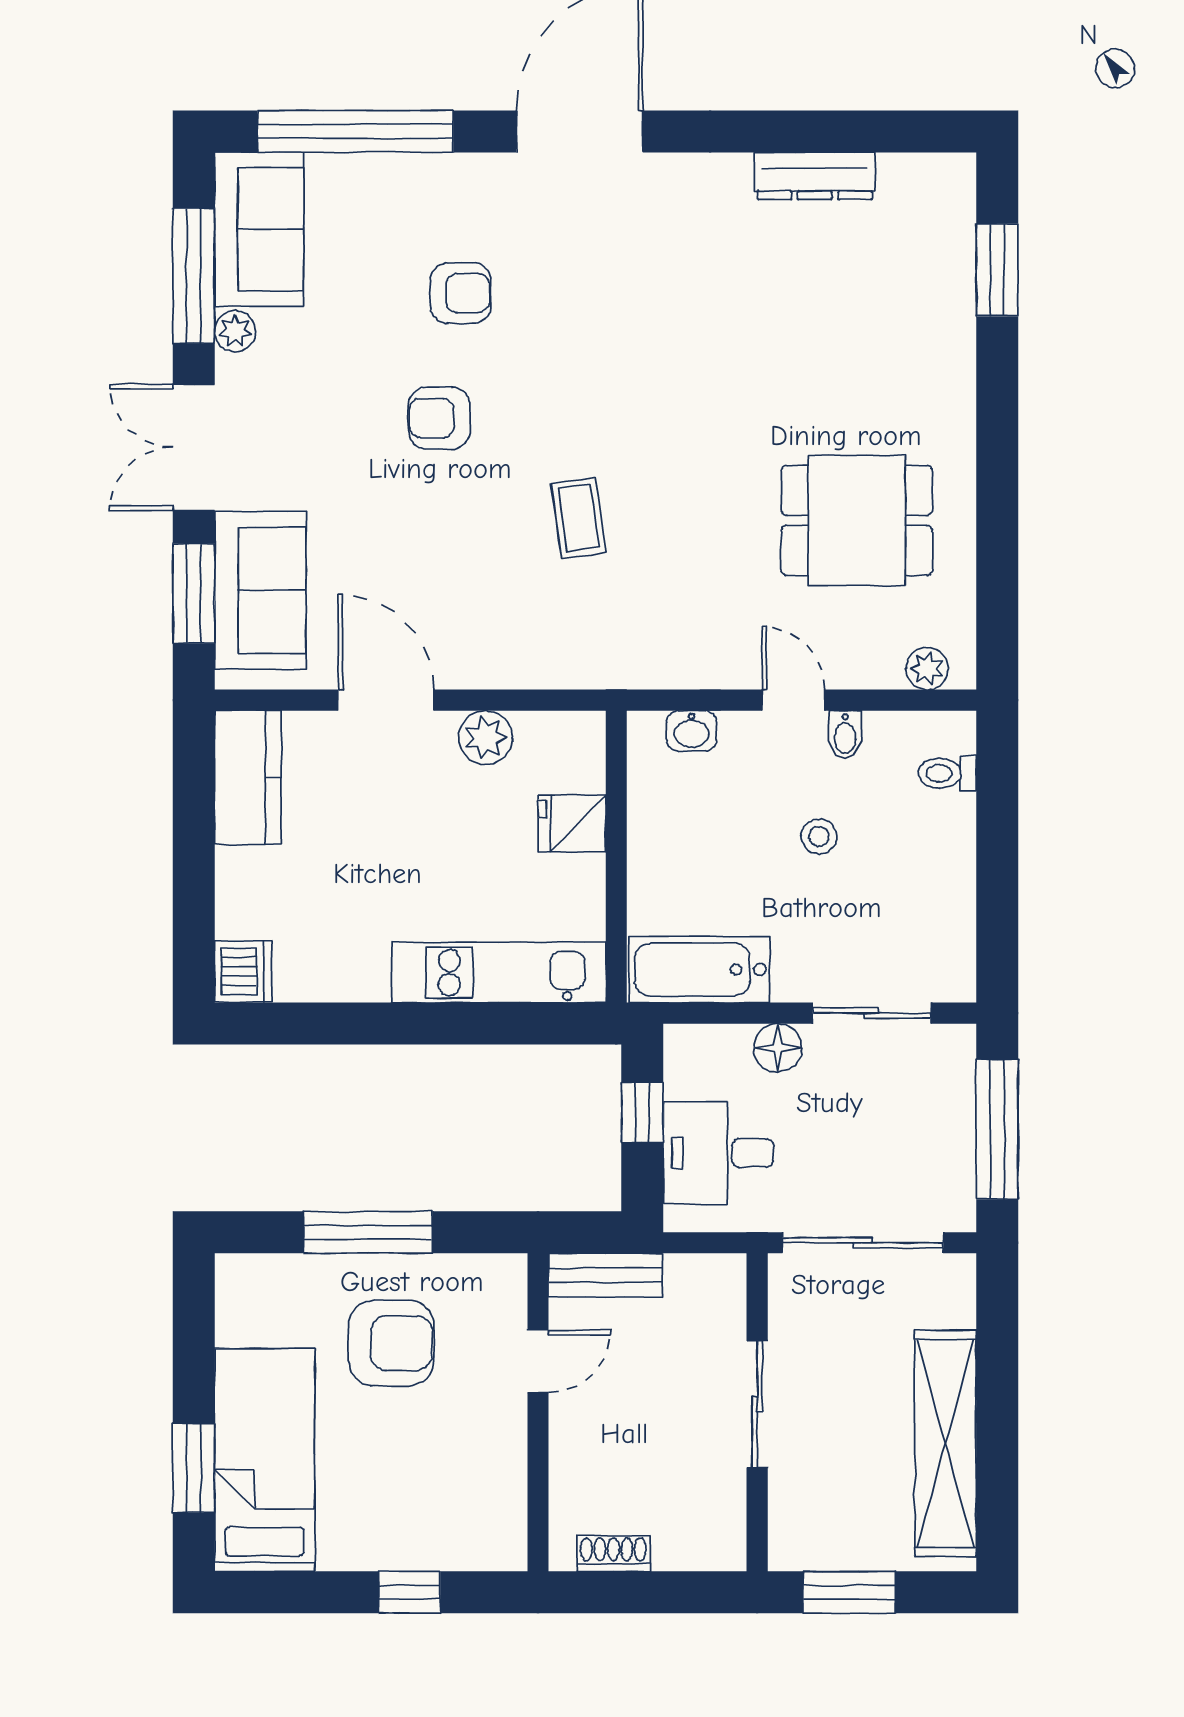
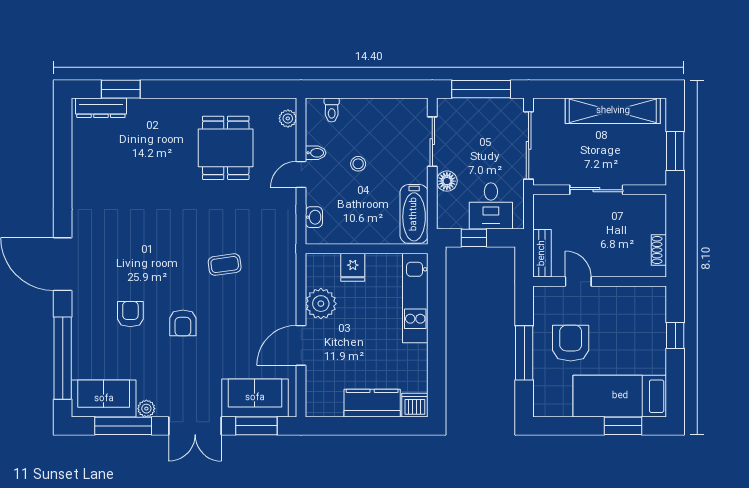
dresser: (815, 176) -> (101, 108), moved, turned 90
plant: (486, 738) -> (321, 304), width x1.36, depth x1.36
kitchen counter: (248, 777) -> (372, 403), moved

